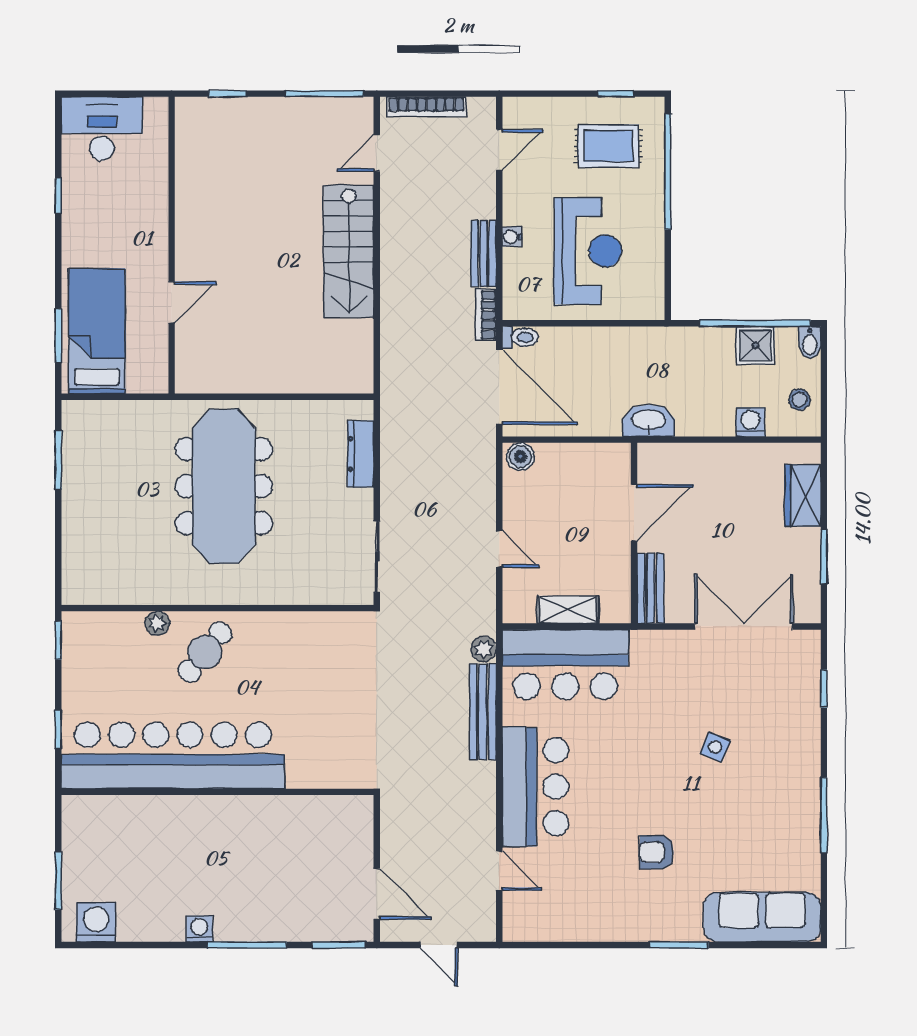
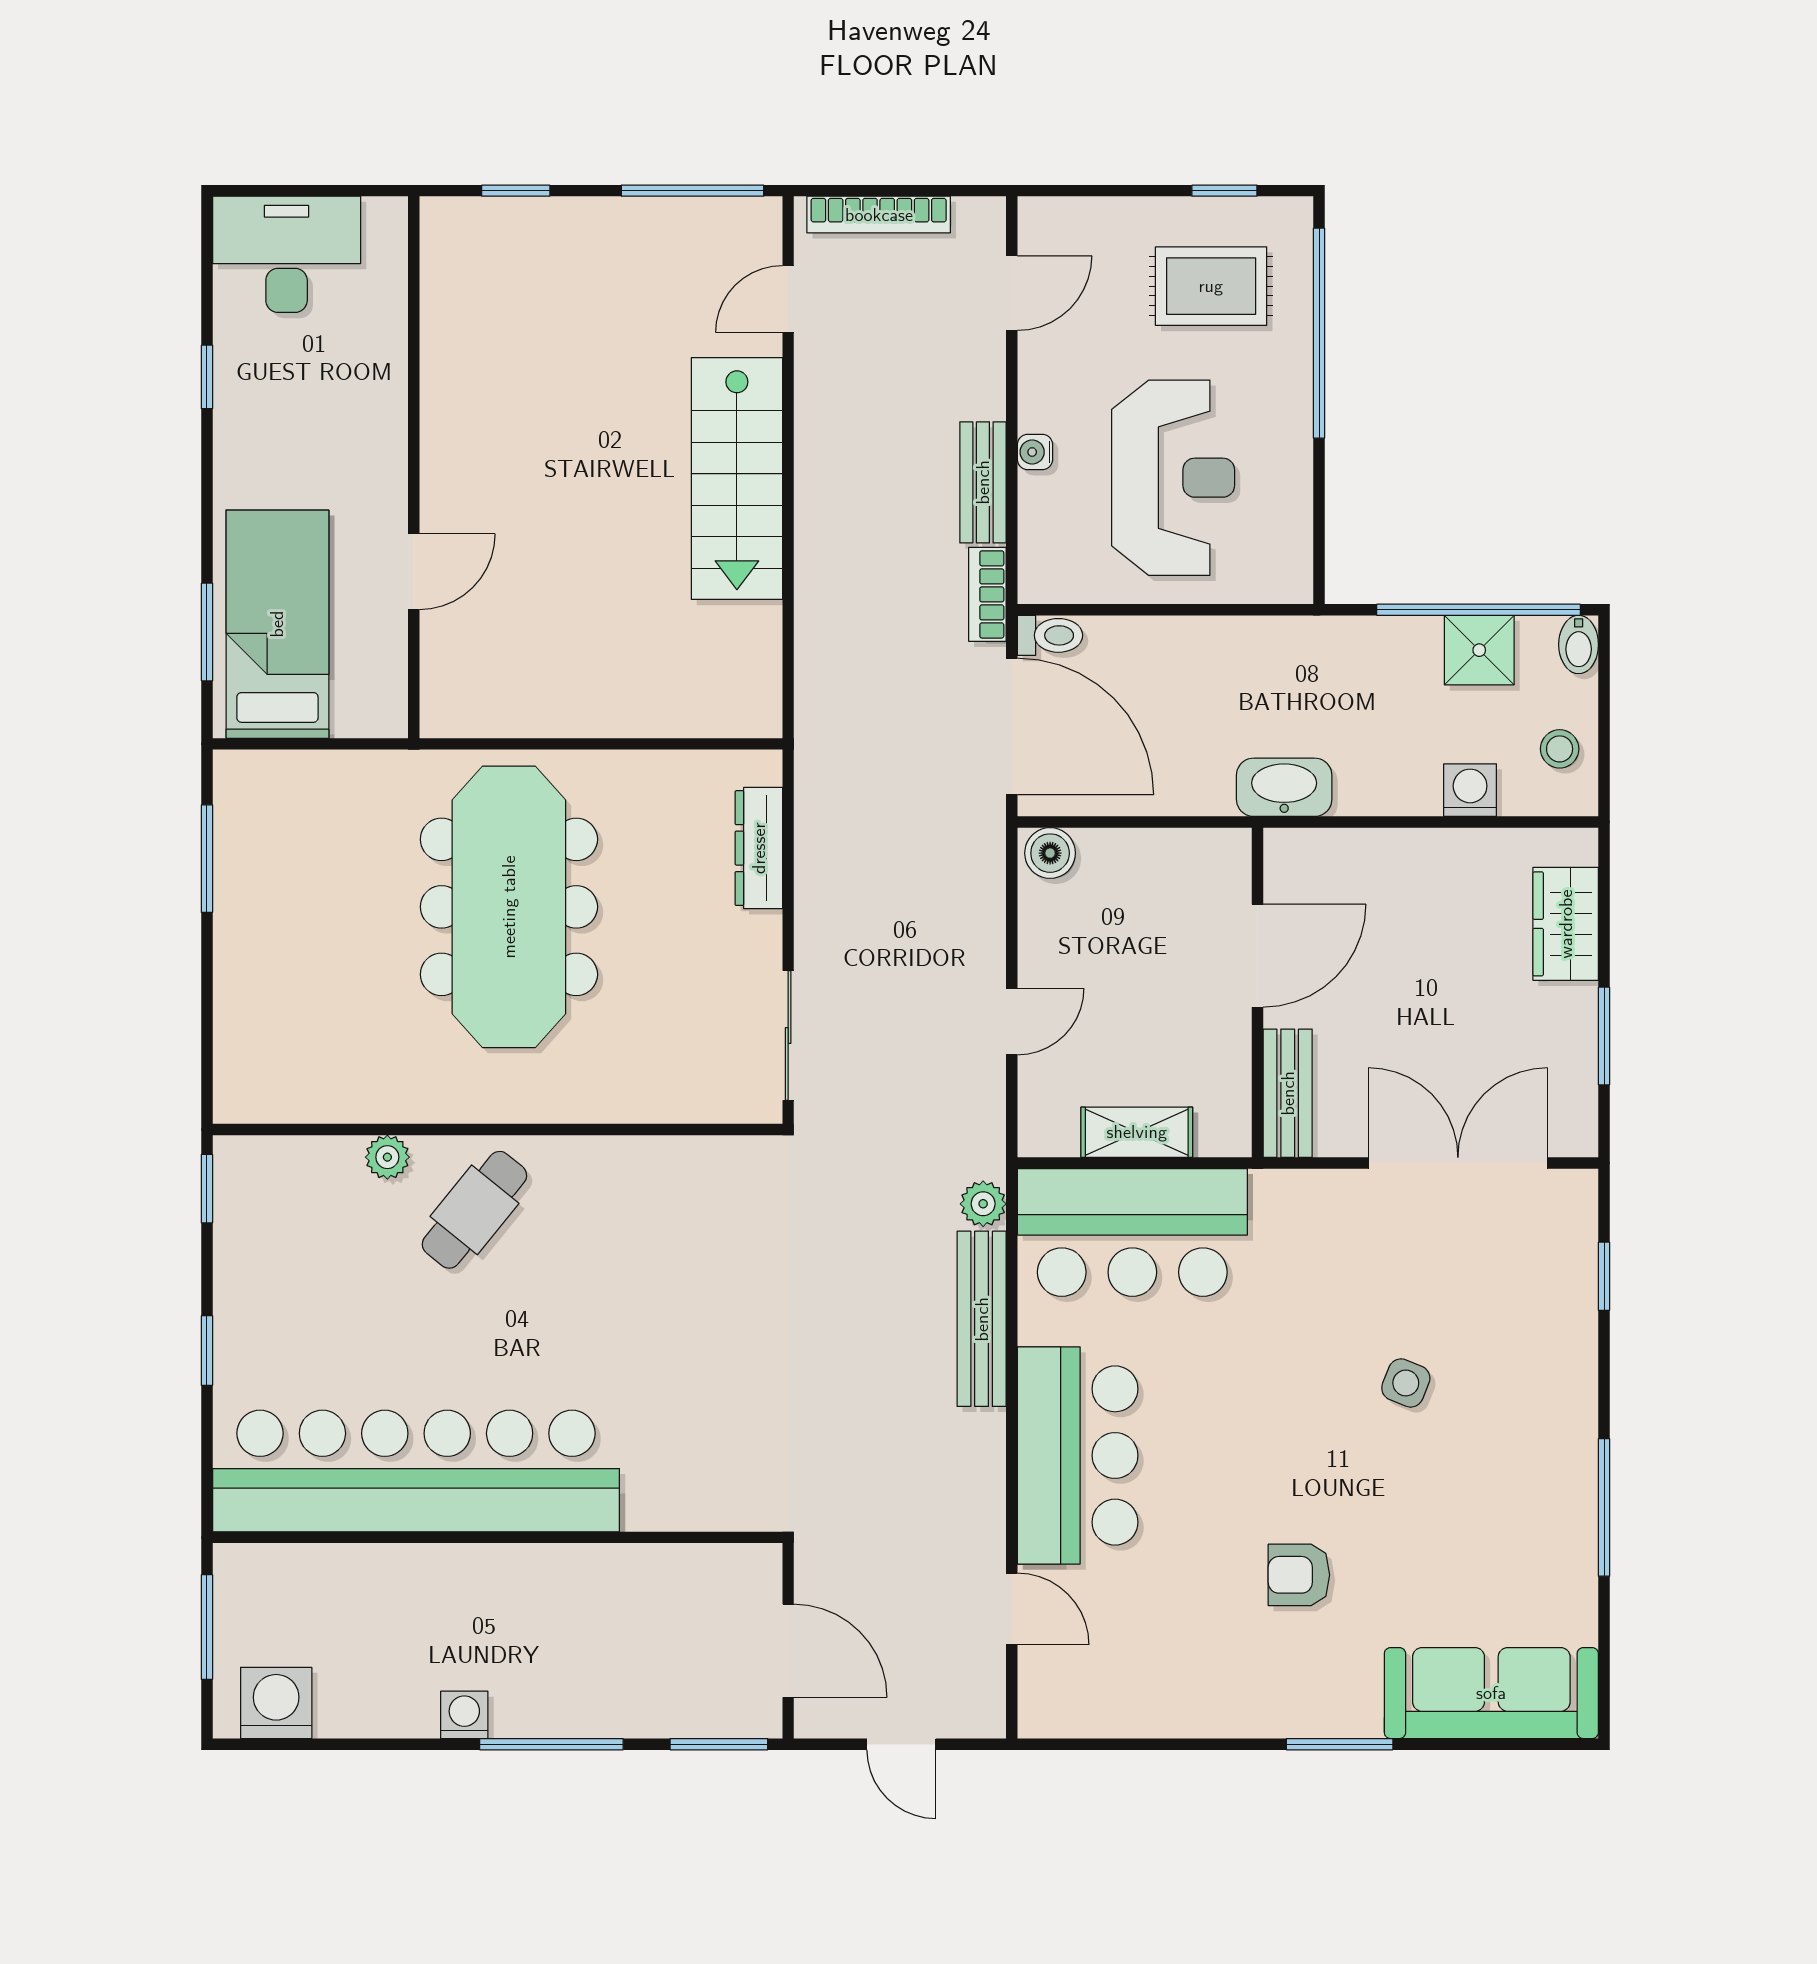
door: (499, 549) -> (1012, 1022), hinge flipped
bar counter: (173, 755) -> (416, 1471), moved
wall: (218, 792) -> (498, 1537), moved

